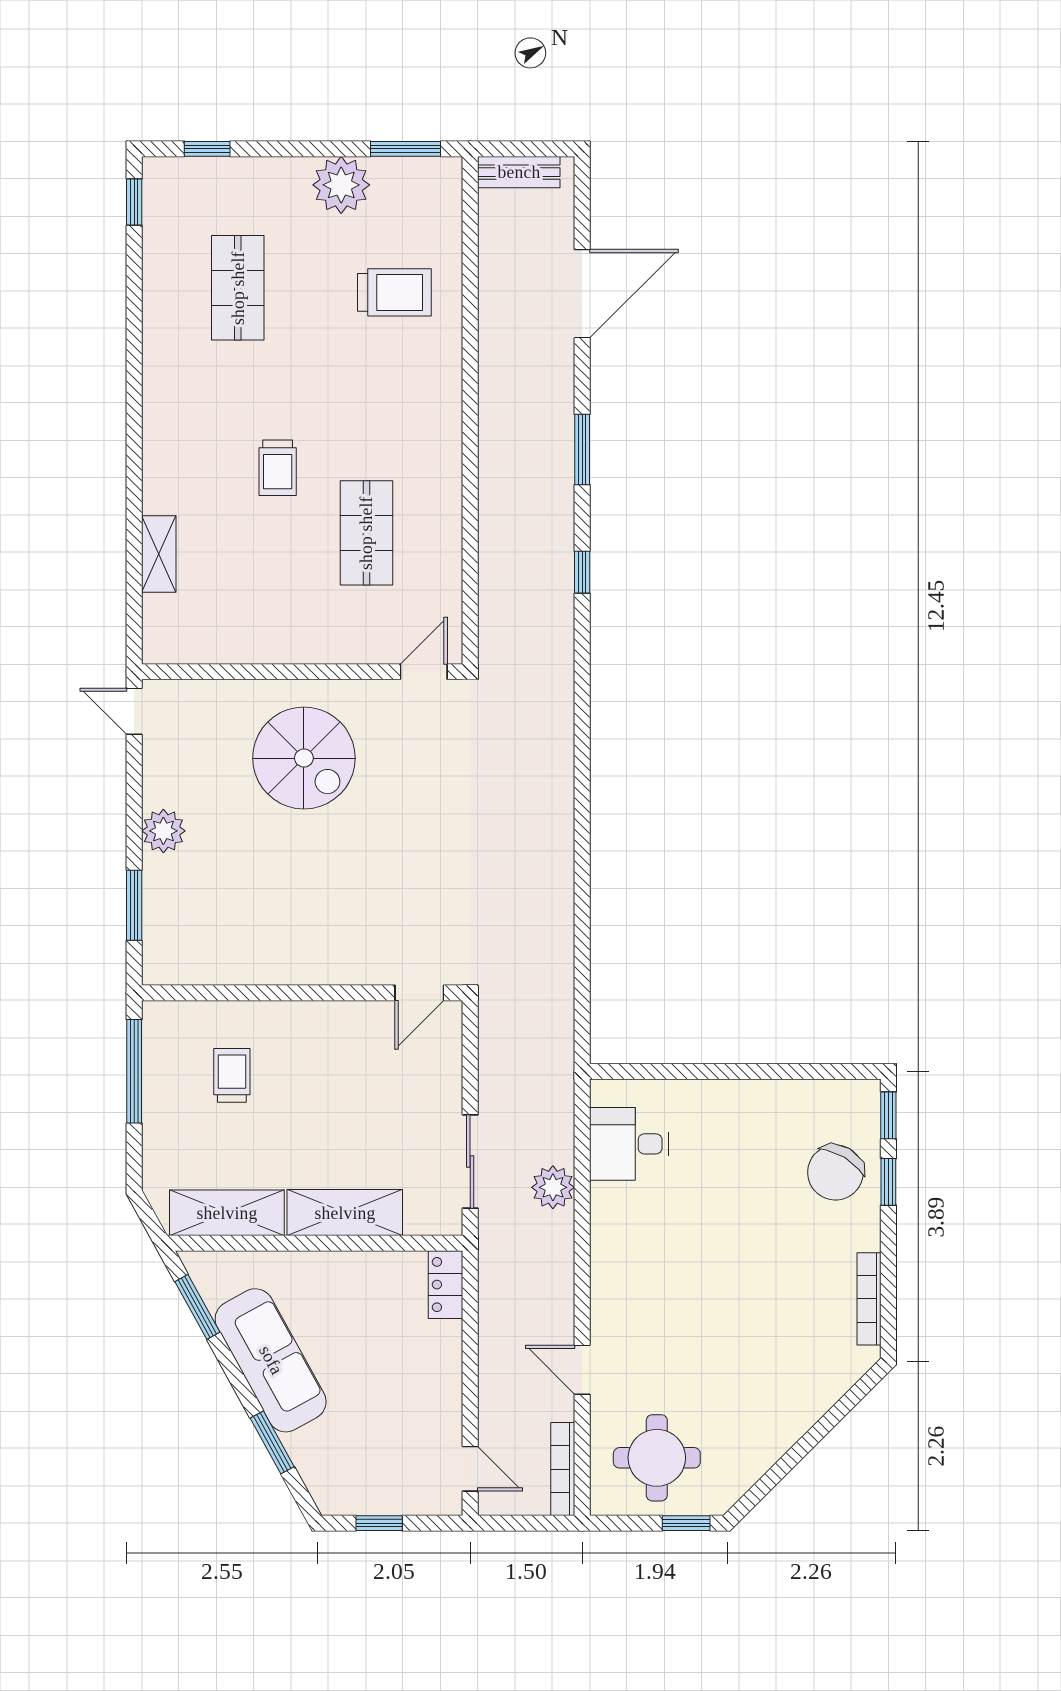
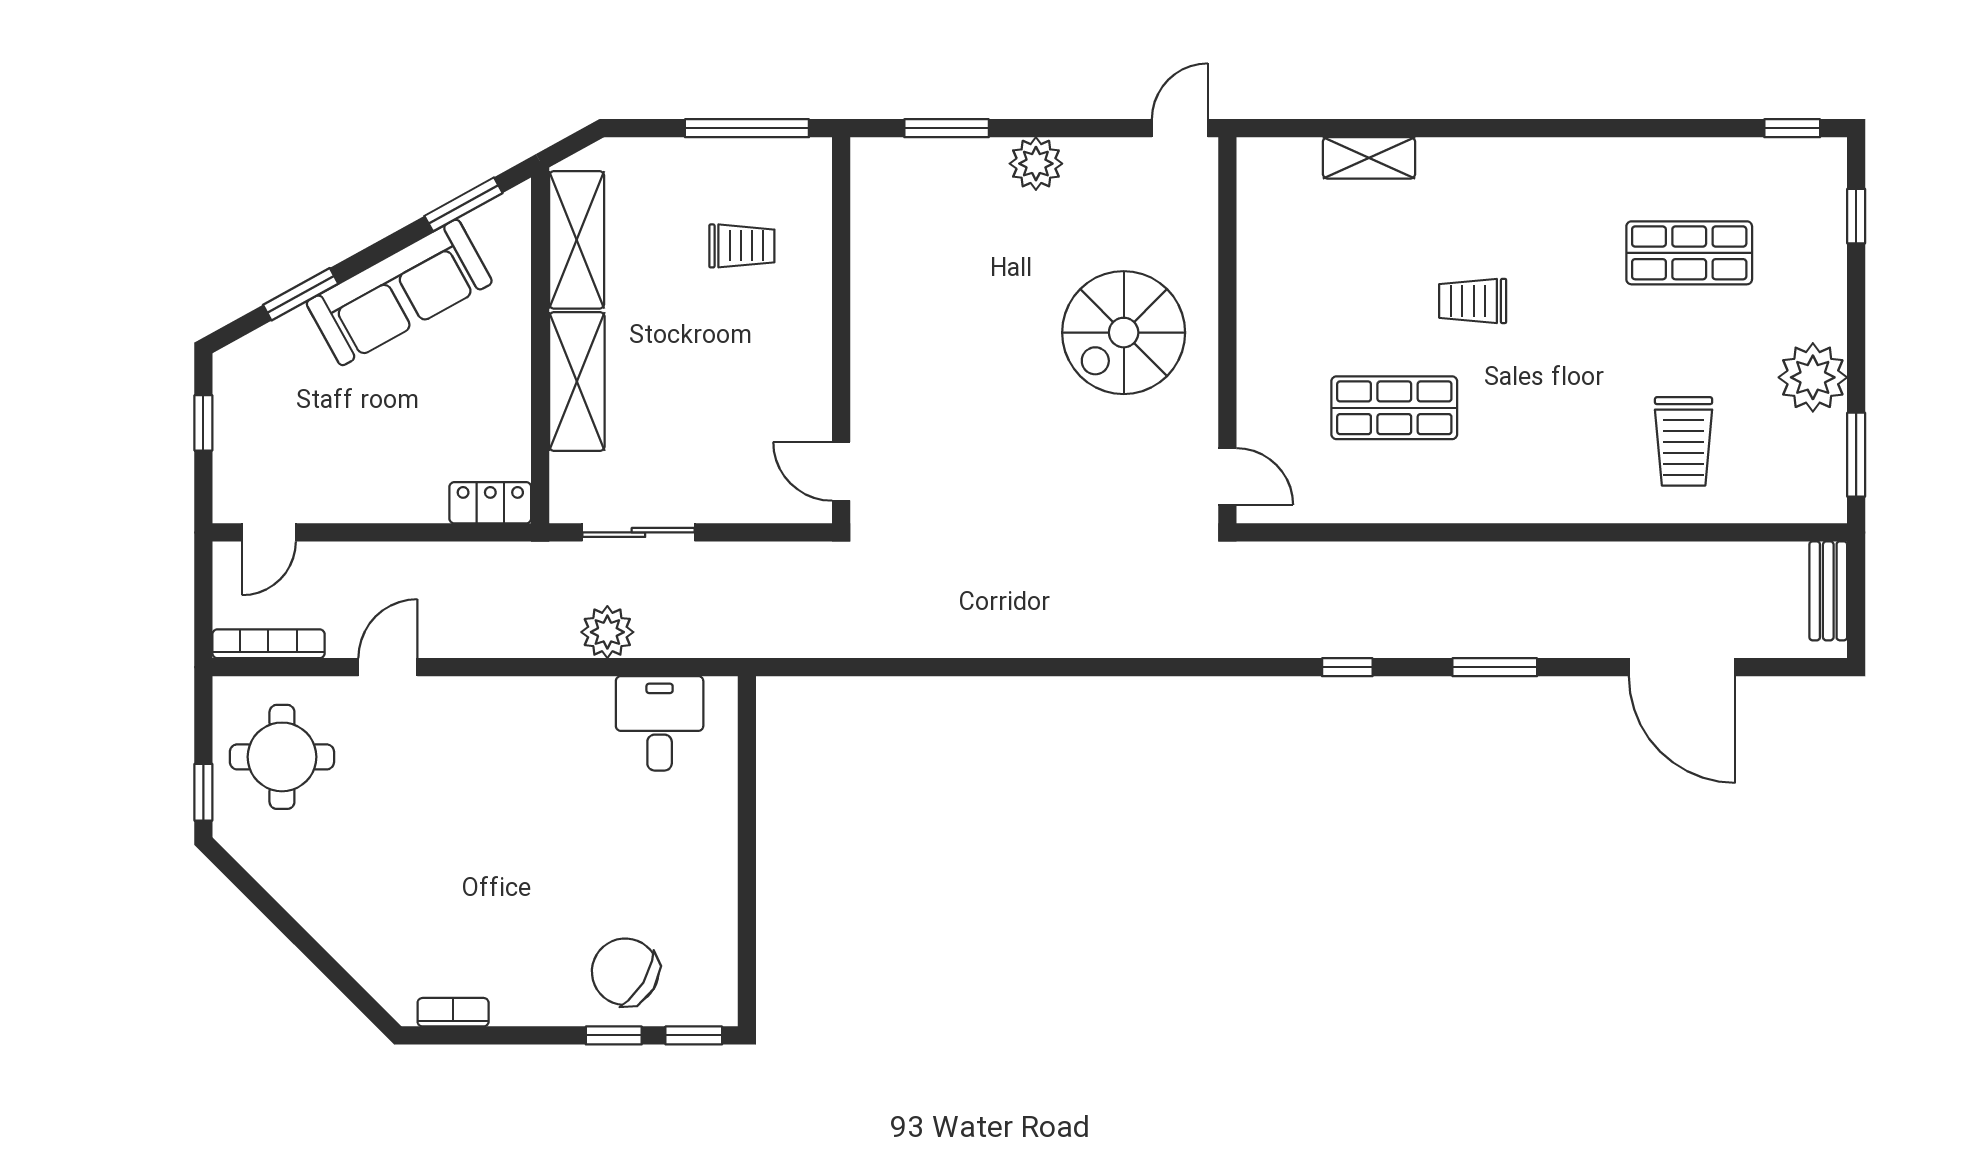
bookcase: (869, 1299) -> (453, 1012), width x0.64

